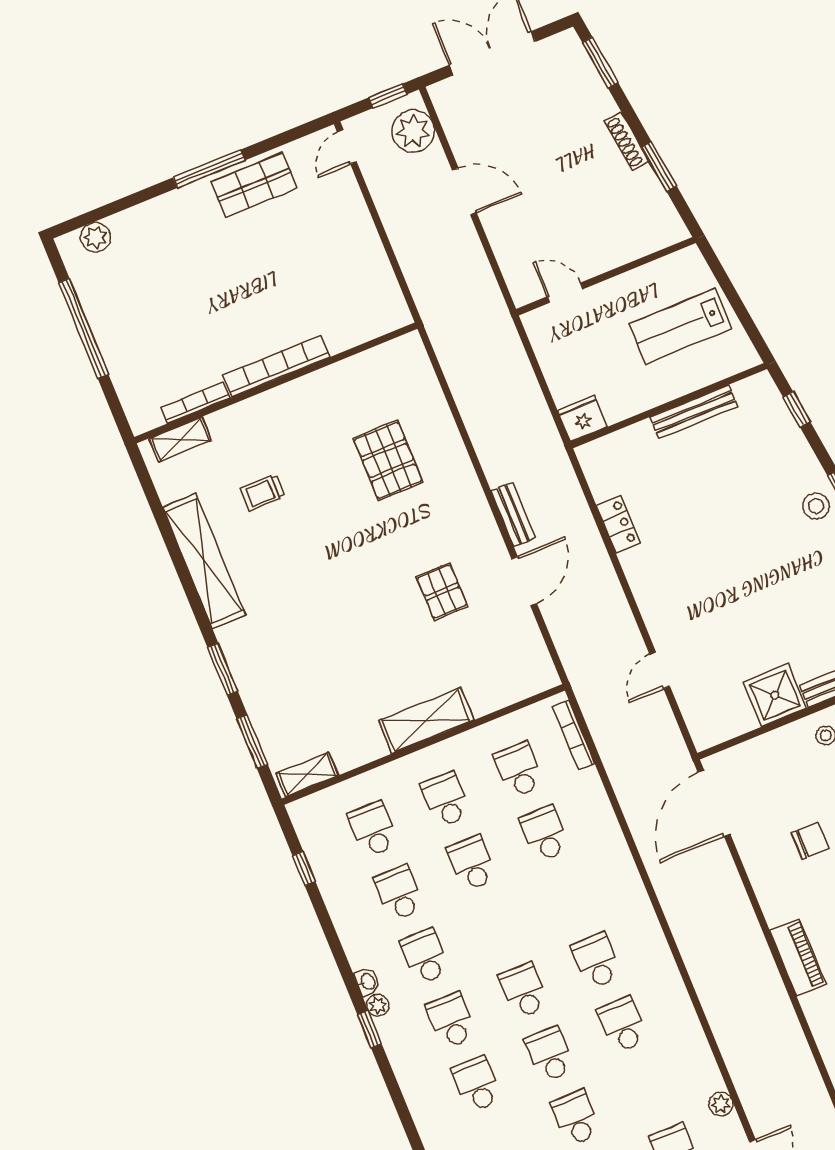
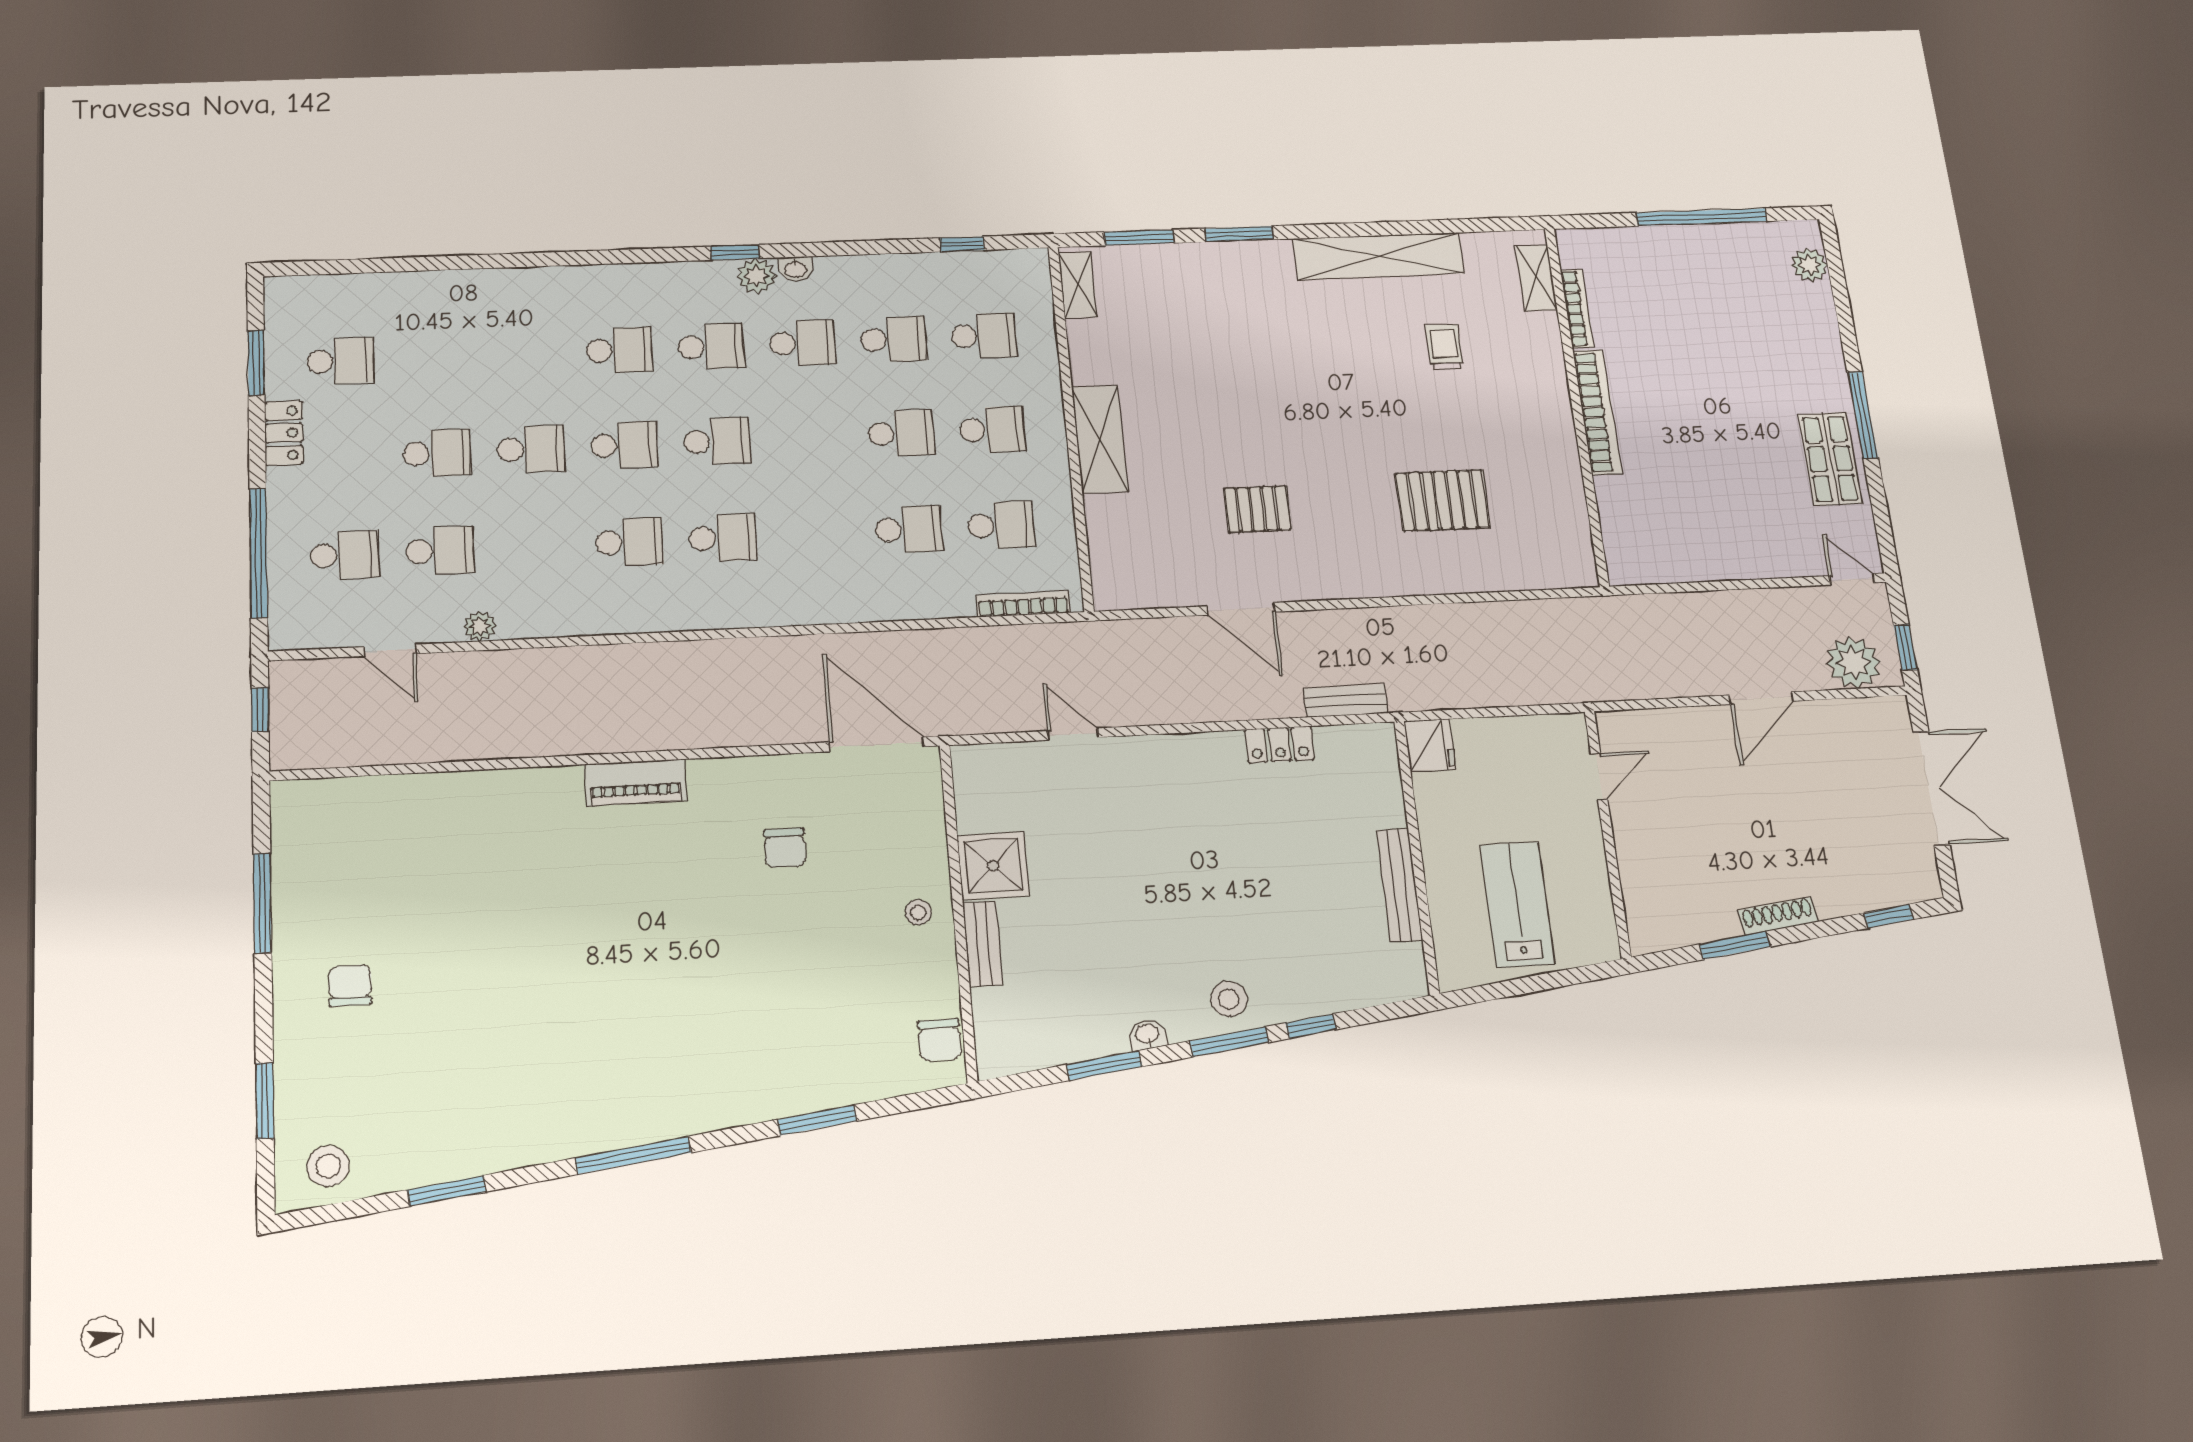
window: (600, 63) -> (1889, 916), width x0.67
window: (797, 409) -> (1311, 1026), moved
bench: (513, 514) -> (1346, 701), moved
plant: (378, 1005) -> (756, 276), width x1.38, depth x1.38

